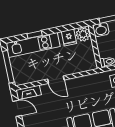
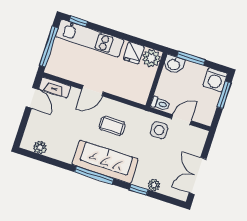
window: (35, 35) -> (78, 21), moved
door: (56, 80) -> (93, 91), hinge flipped
coffee table: (83, 96) -> (112, 126), added

